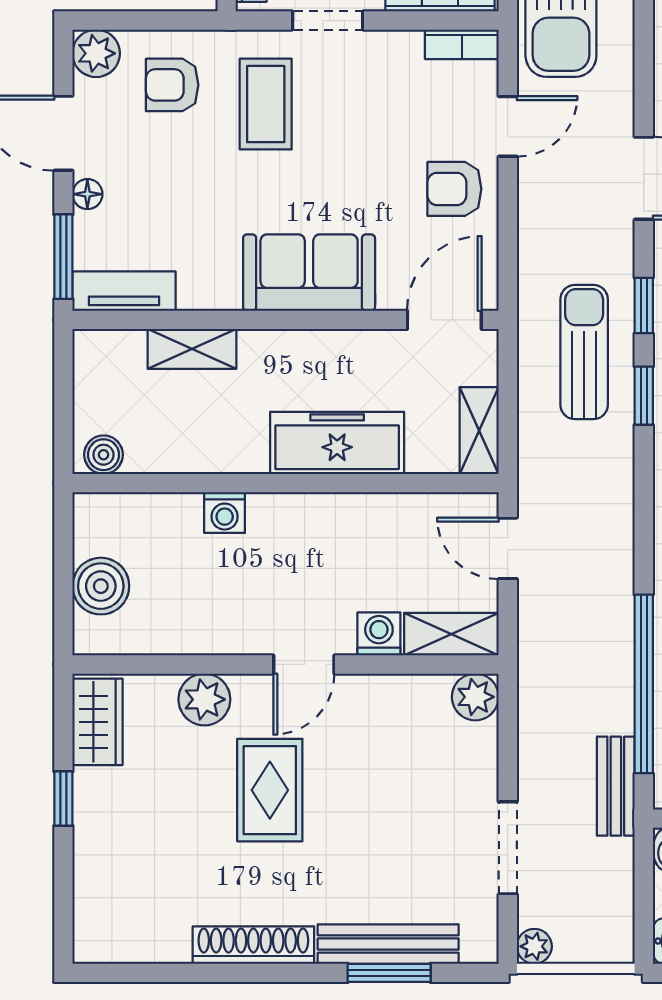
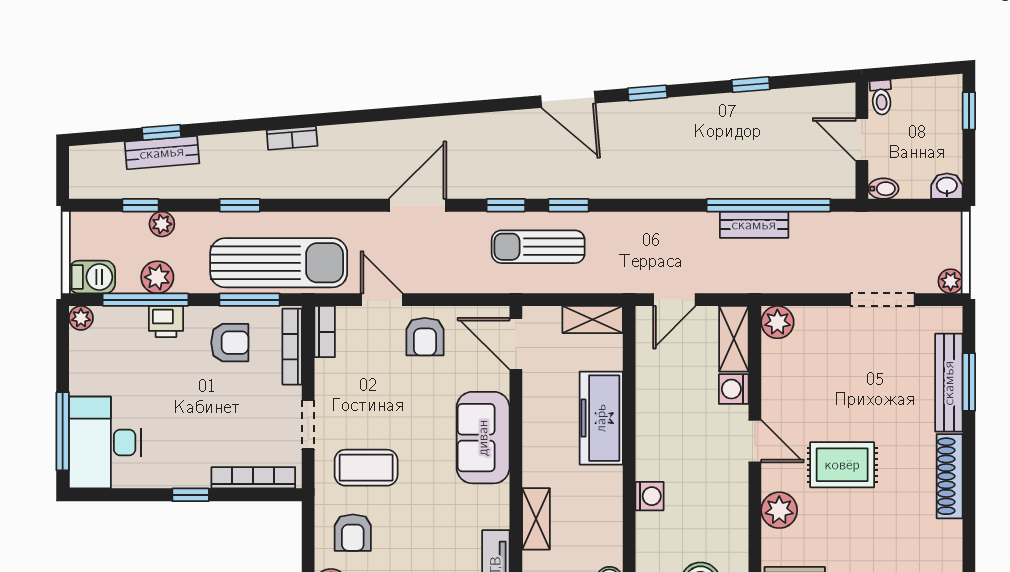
bench: (616, 786) -> (754, 225), moved

